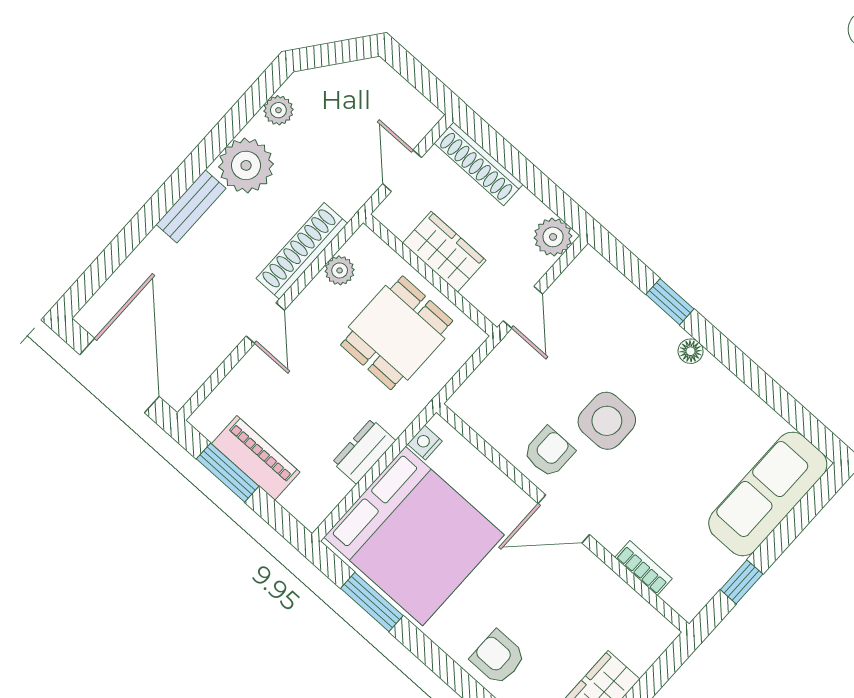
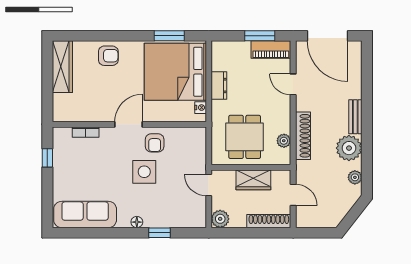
door: (265, 323) -> (293, 84), moved
piano: (256, 458) -> (271, 50), moved
sofa: (768, 494) -> (85, 214), moved, turned -90

